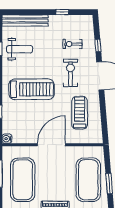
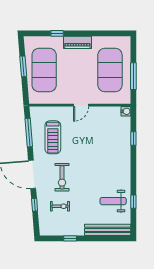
treadmill: (31, 89) -> (101, 161), removed
window: (104, 117) -> (29, 133), added
door: (51, 145) -> (81, 105), width x0.53

